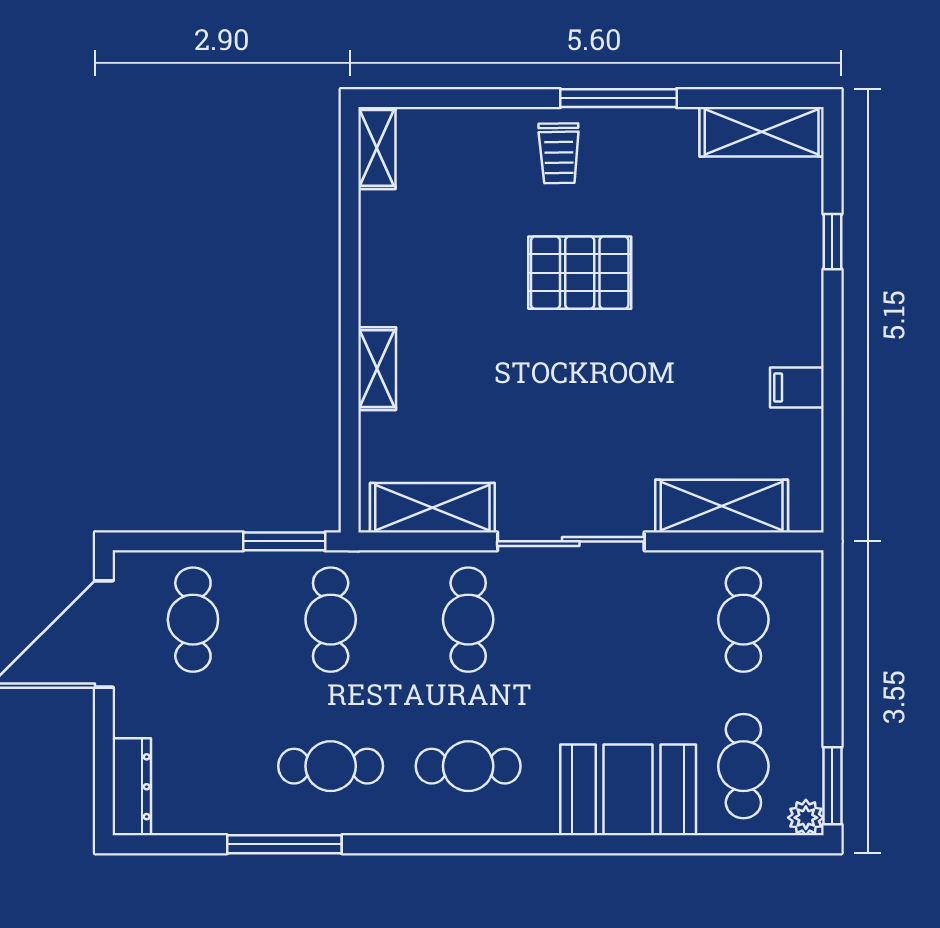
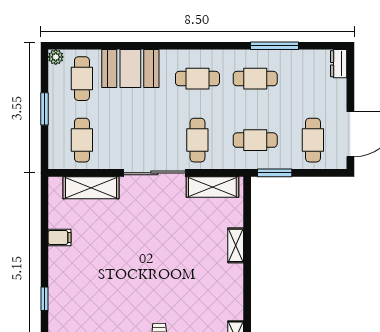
pallet: (580, 273) -> (151, 286), removed
cafe table: (331, 620) -> (255, 140), turned 90
window: (832, 786) -> (45, 109), moved
dresser: (132, 787) -> (339, 64), width x0.70

